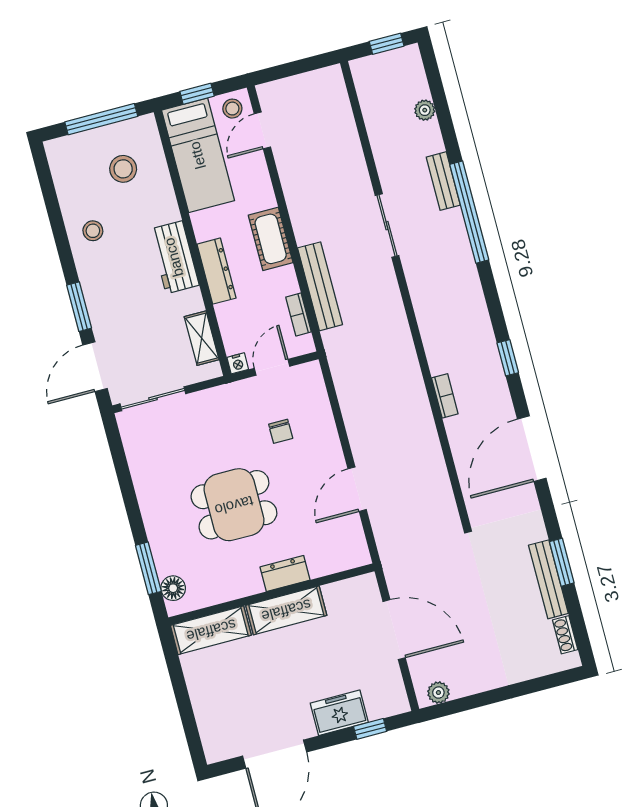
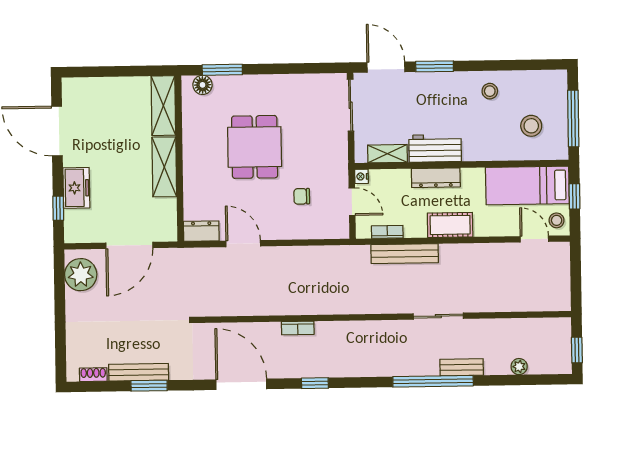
workbench: (174, 257) -> (435, 148), moved
dresser: (285, 573) -> (201, 231), moved, turned -90
plant: (438, 693) -> (81, 275), width x1.87, depth x1.87

